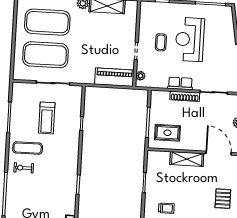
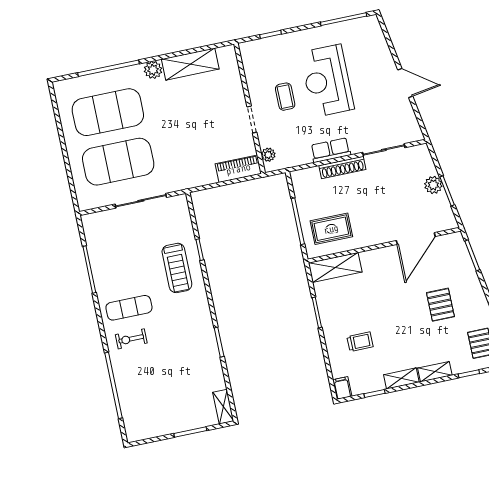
piano: (114, 77) -> (238, 169), width x0.73, depth x0.75
treadmill: (47, 118) -> (177, 268), moved
door: (219, 153) -> (416, 239), swing flipped
shelving: (187, 159) -> (335, 267), moved

